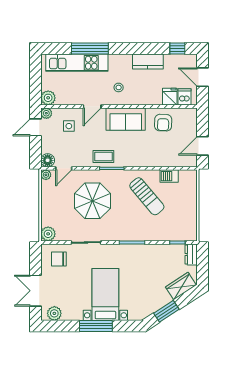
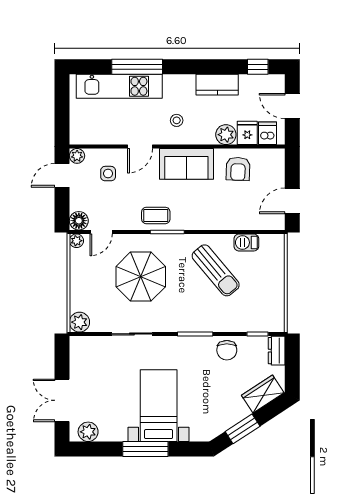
plant: (48, 98) -> (226, 135), moved
chair: (59, 259) -> (227, 350), moved, turned -90

